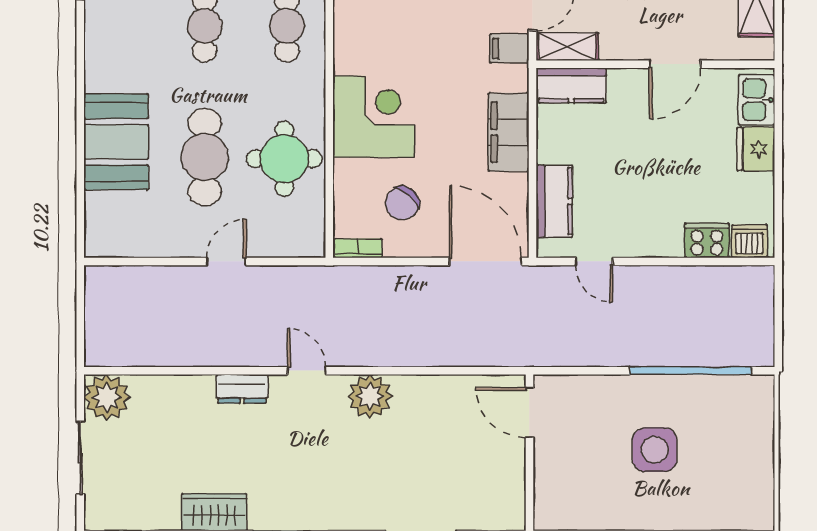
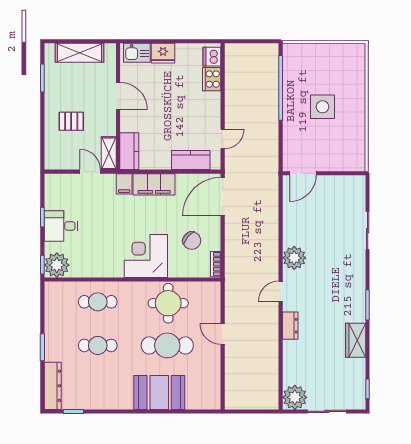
filing cabinet: (509, 49) -> (124, 184), moved

